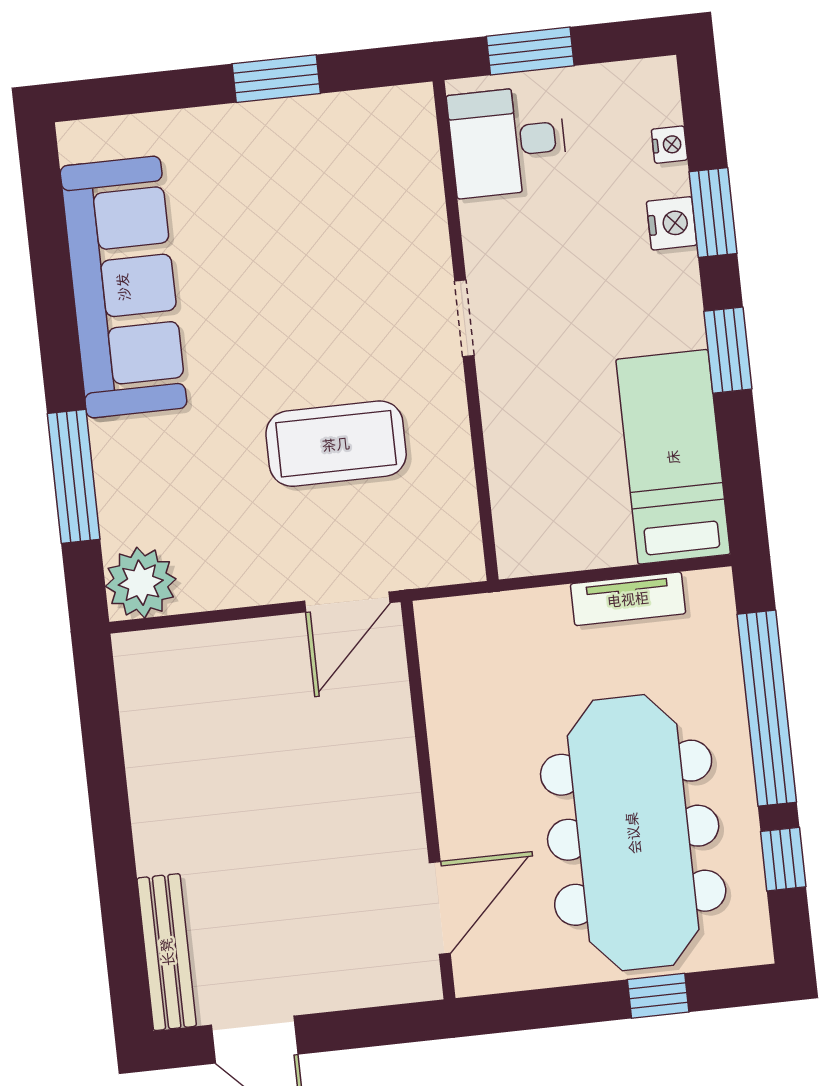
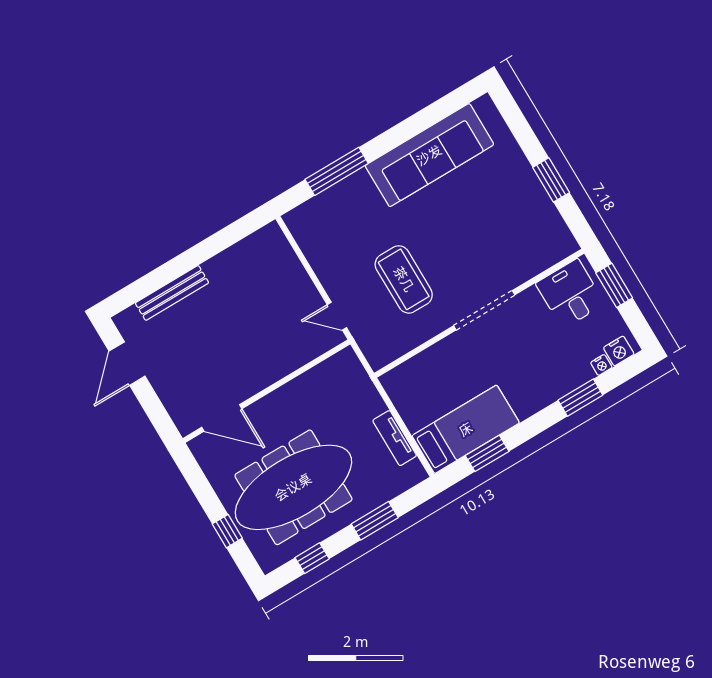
nightstand: (672, 223) -> (619, 351), moved
doorway: (464, 318) -> (484, 310), width x1.88
window: (728, 350) -> (487, 453), moved
plant: (141, 583) -> (304, 222), removed
door: (347, 602) -> (337, 316), width x0.73
window: (767, 708) -> (375, 521), width x0.47
bench: (167, 952) -> (172, 293), moved

